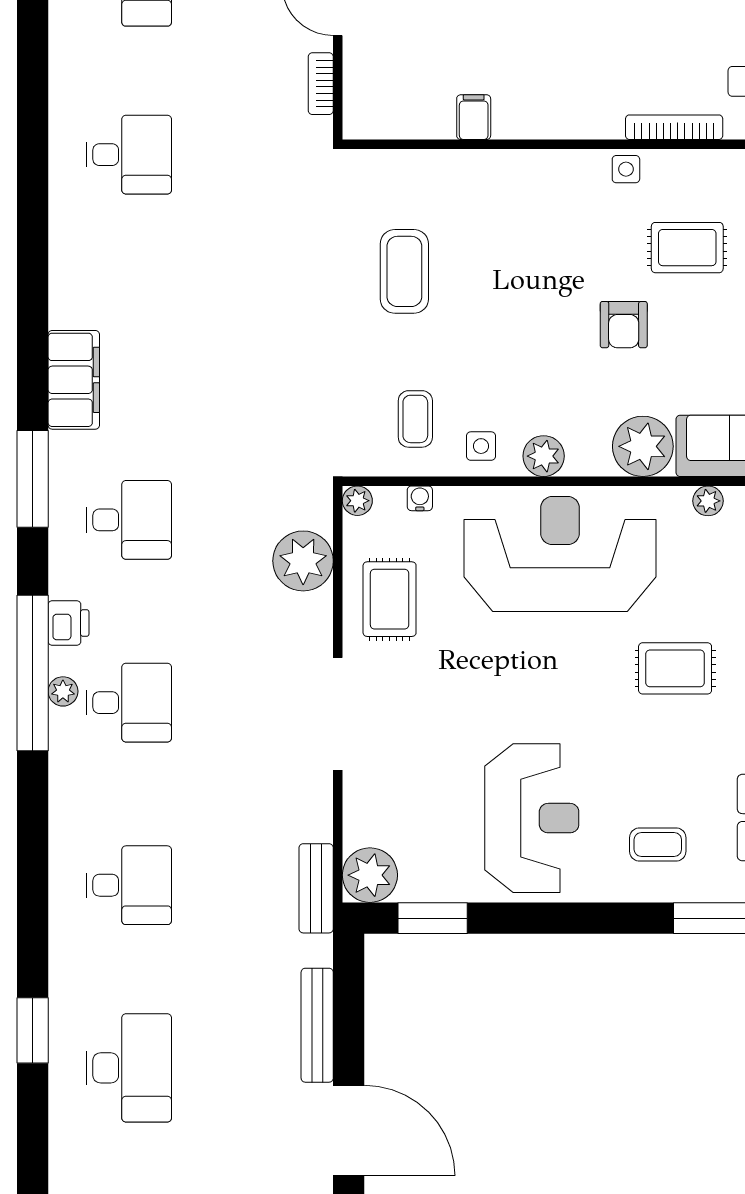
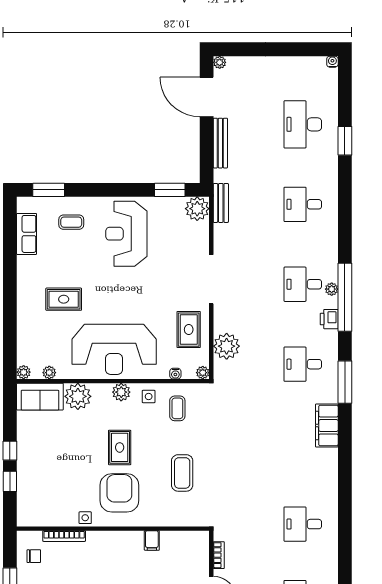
rug: (687, 248) -> (120, 447), moved, turned 90
armchair: (624, 325) -> (119, 493), moved, width x1.88, depth x1.88

